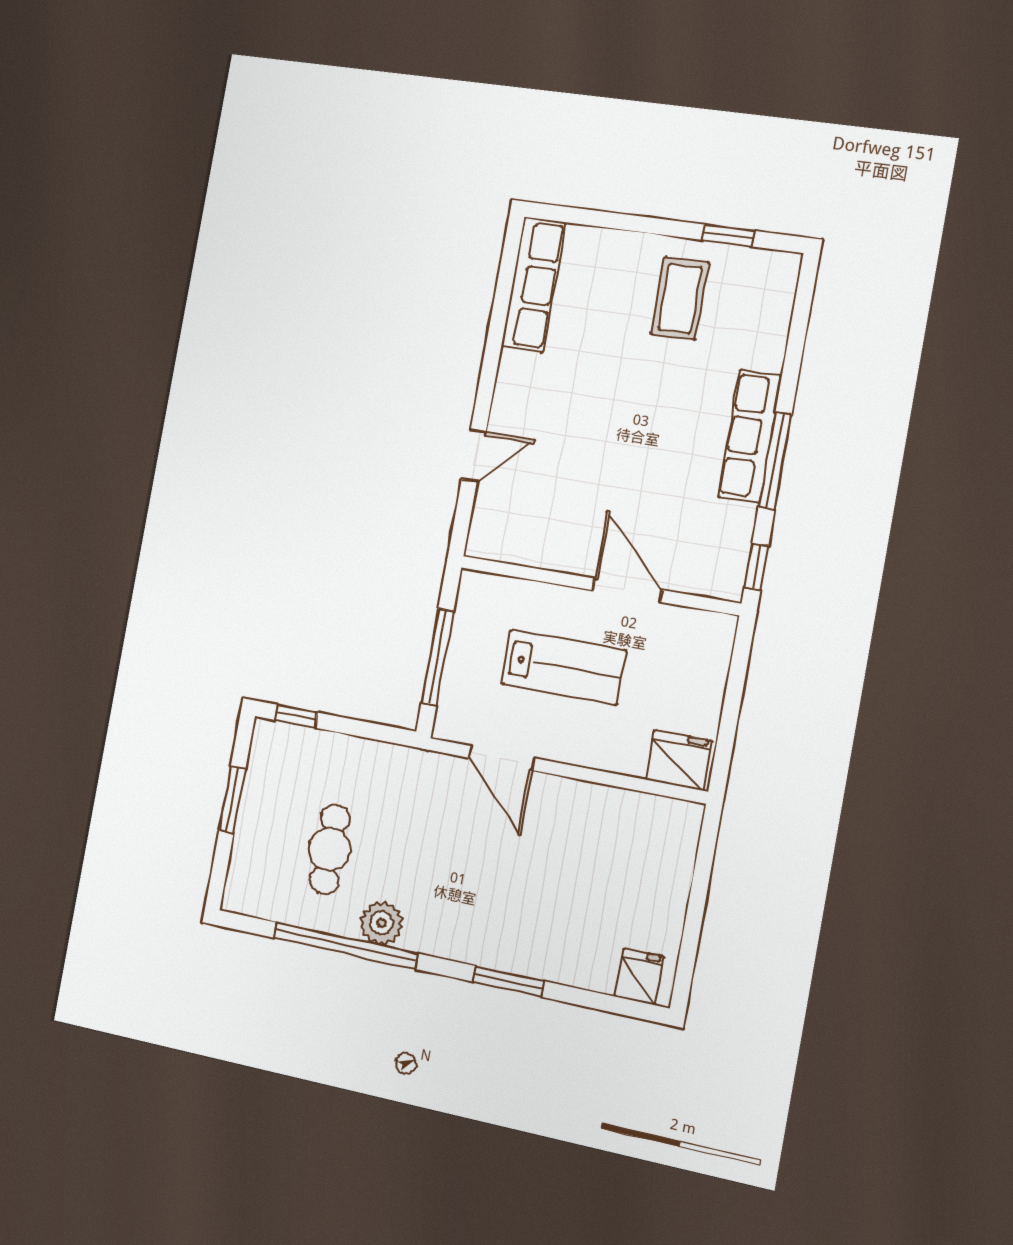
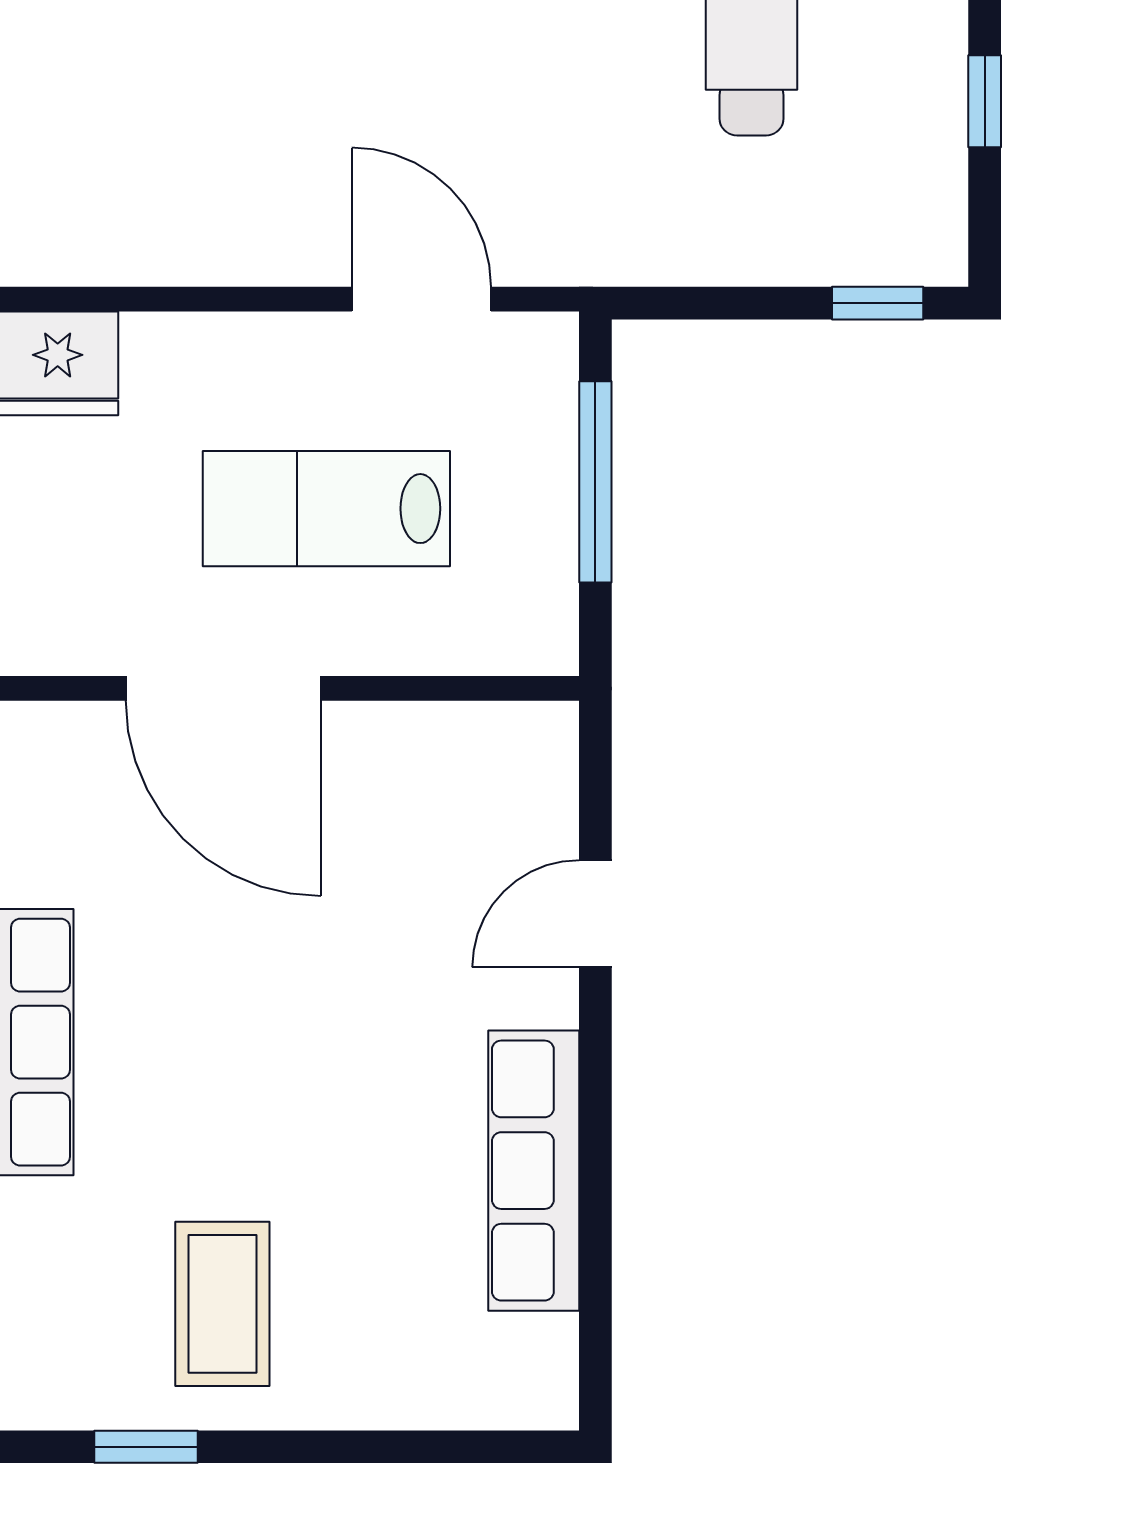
row of seats: (533, 285) -> (534, 1171), moved
door: (627, 590) -> (223, 688), width x1.36
window: (232, 800) -> (985, 101), width x0.67

